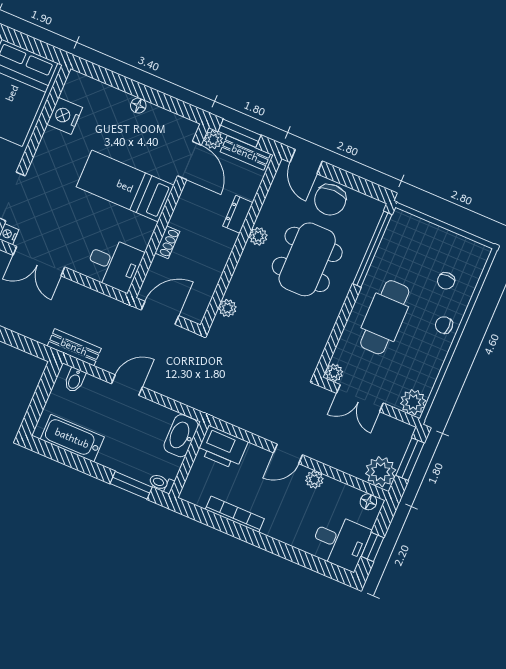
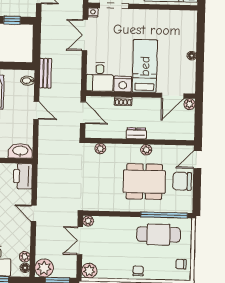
nightstand: (65, 116) -> (123, 84), moved, turned 180
window: (239, 133) -> (199, 117), removed
bench: (245, 153) -> (189, 125), removed
dresser: (238, 214) -> (136, 133), moved
chair: (446, 281) -> (181, 264), moved
cafe table: (385, 317) -> (159, 234), moved
plant: (314, 480) -> (25, 257), moved

